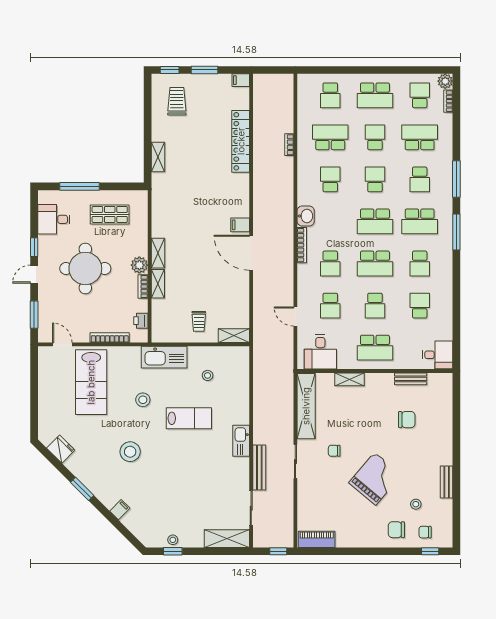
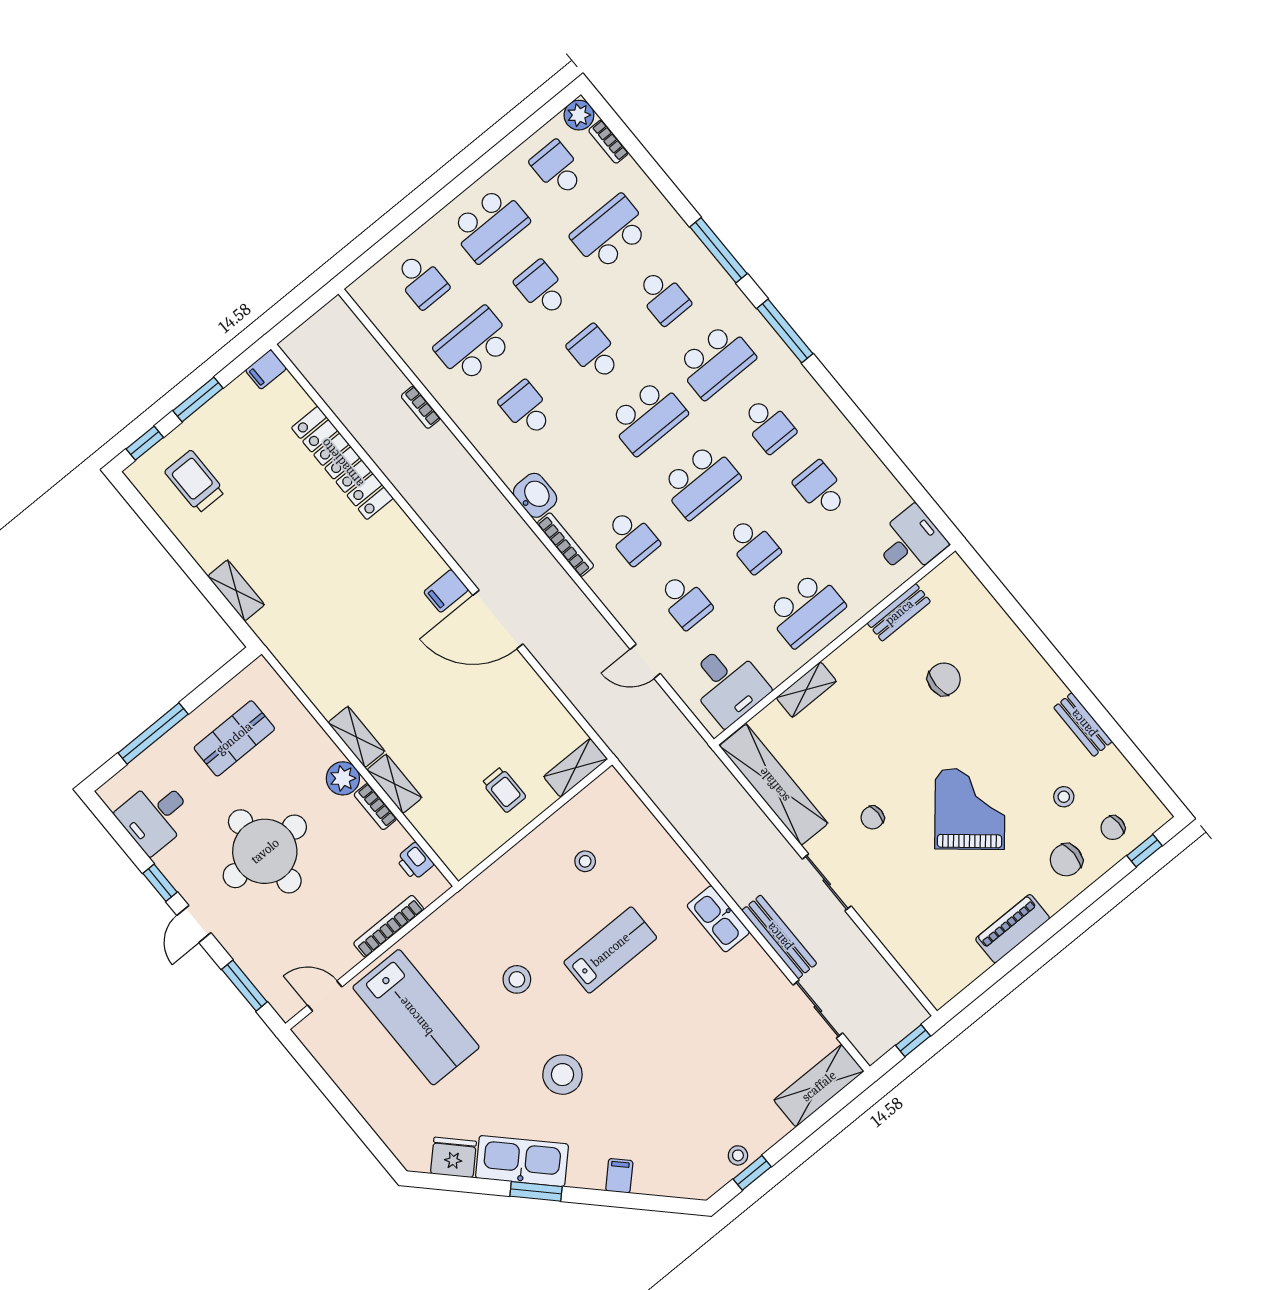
kitchen sink: (164, 357) -> (522, 1161), moved, turned -135
piano: (317, 539) -> (1013, 929), moved

